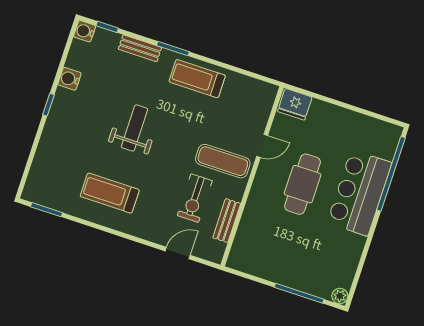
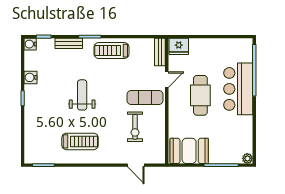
treadmill: (110, 193) -> (80, 141), turned 180
bench: (227, 221) -> (160, 52), moved
door: (178, 253) -> (136, 165), swing flipped
booth: (260, 258) -> (189, 151), added

